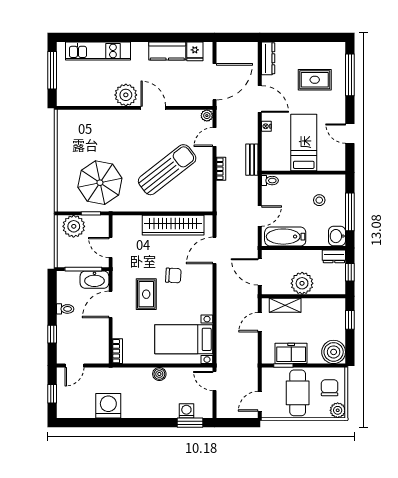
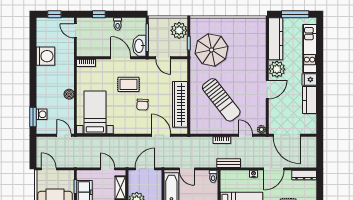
fridge: (195, 51) -> (309, 80), moved
kitchen counter: (85, 97) -> (276, 39), added
door: (111, 248) -> (163, 58), swing flipped
door: (215, 381) -> (64, 135), hinge flipped

